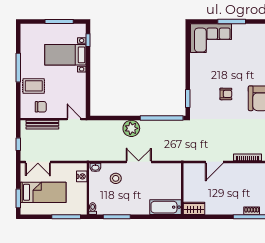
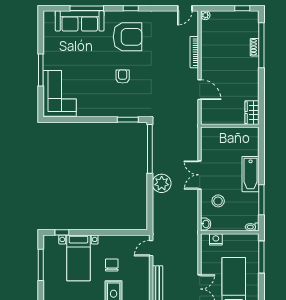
chair: (41, 107) -> (112, 265), moved
bathtub: (166, 207) -> (251, 174), moved

